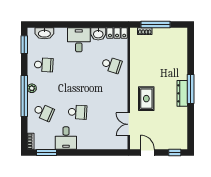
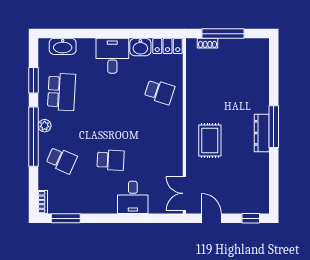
window: (24, 45) -> (34, 80), moved
school desk: (44, 65) -> (62, 92), width x1.85
double door: (129, 124) -> (184, 193), moved
desk: (66, 138) -> (133, 197), moved

